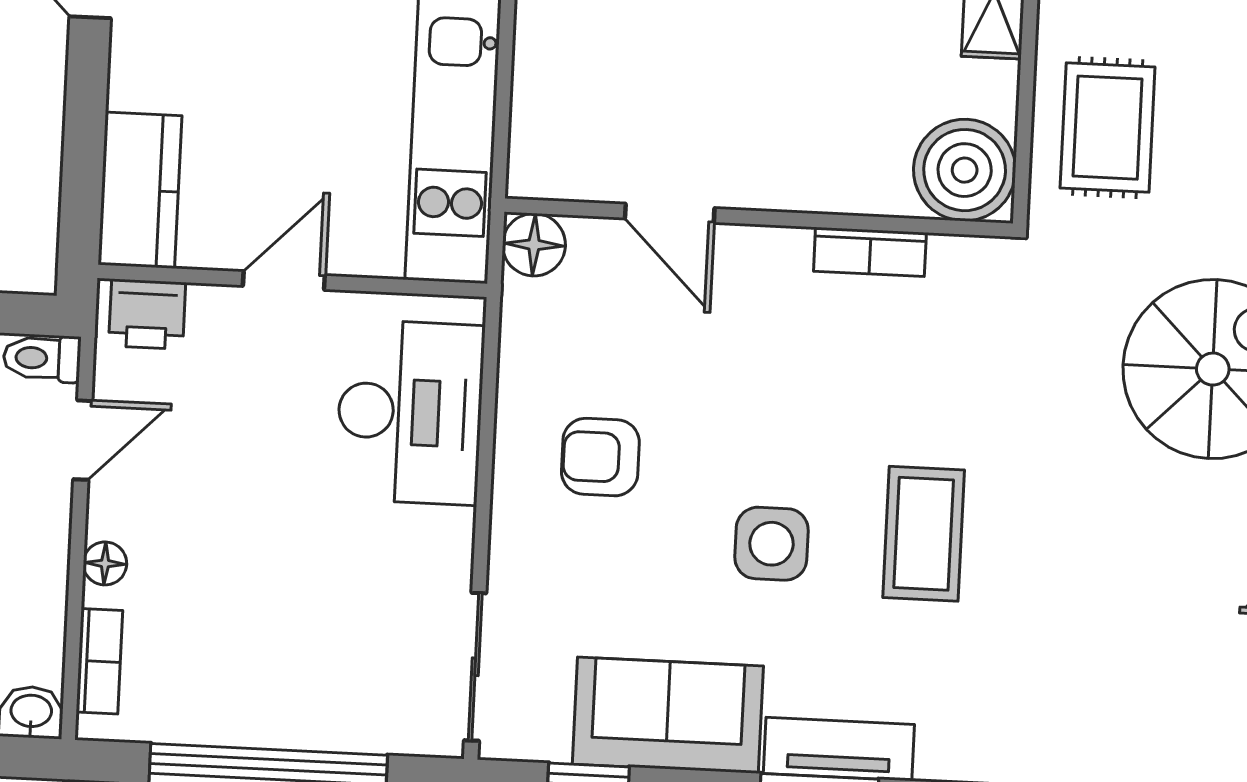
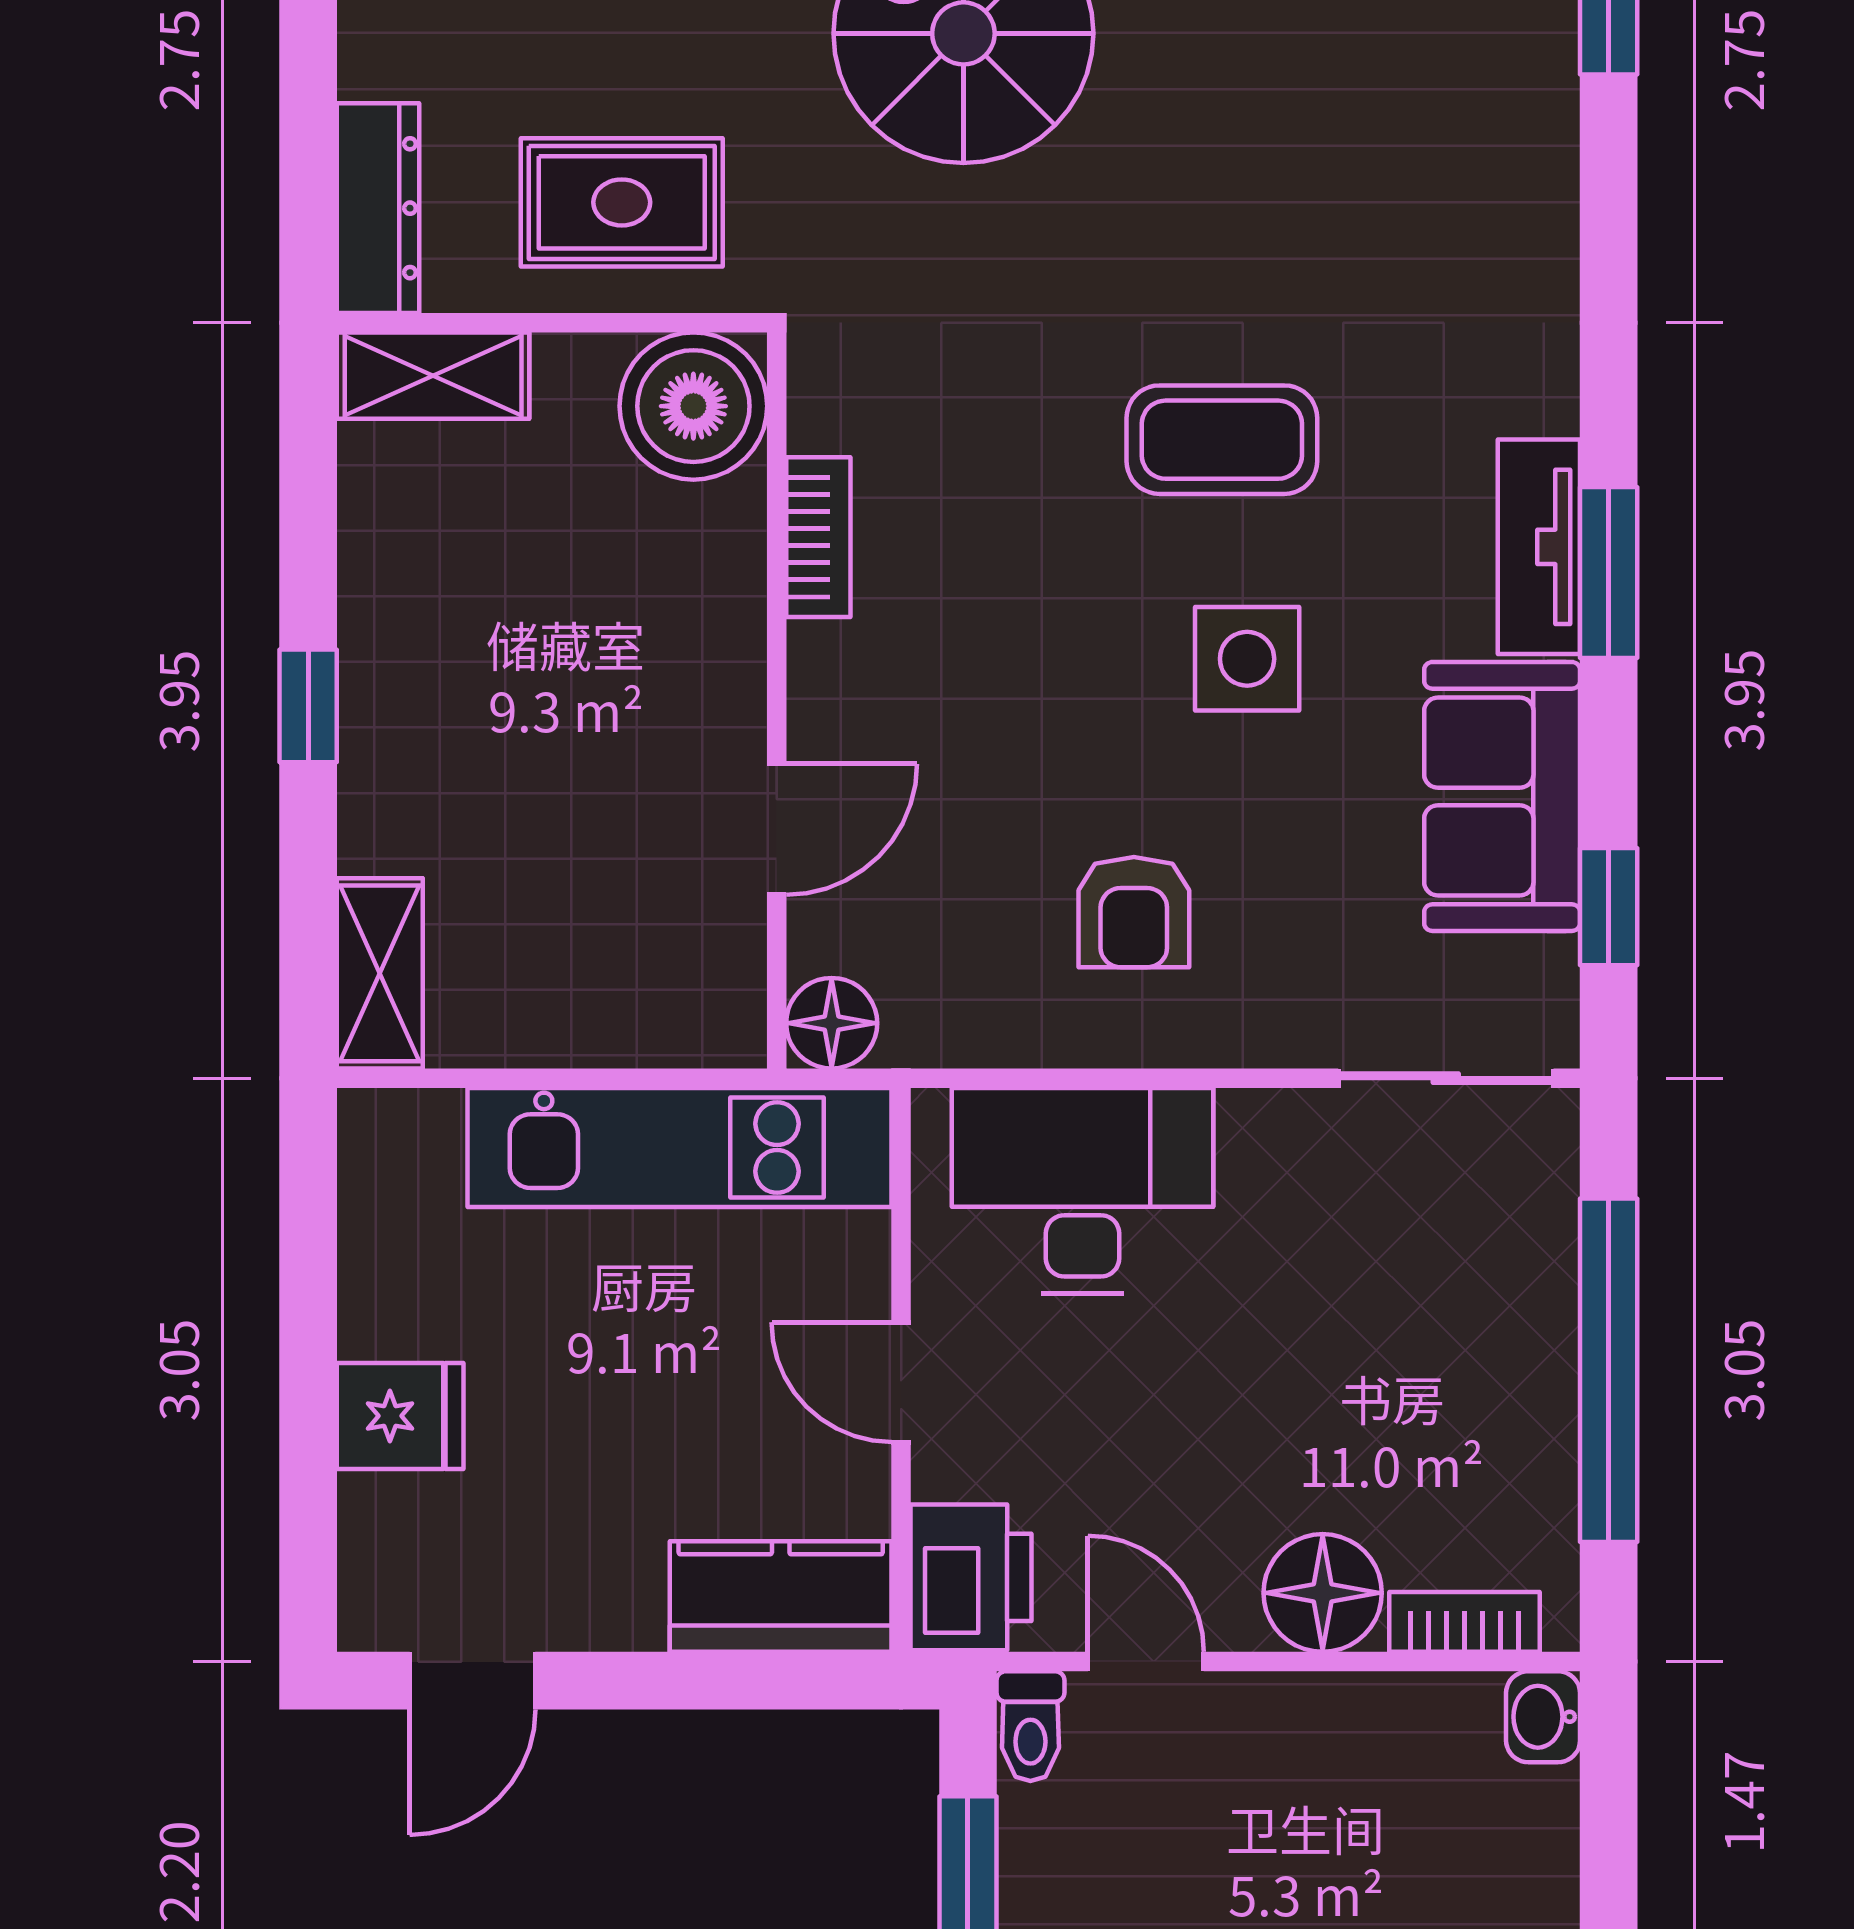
printer: (147, 314) -> (971, 1577), width x1.36, depth x1.24
floor lamp: (105, 563) -> (1323, 1593), width x1.89, depth x1.89

